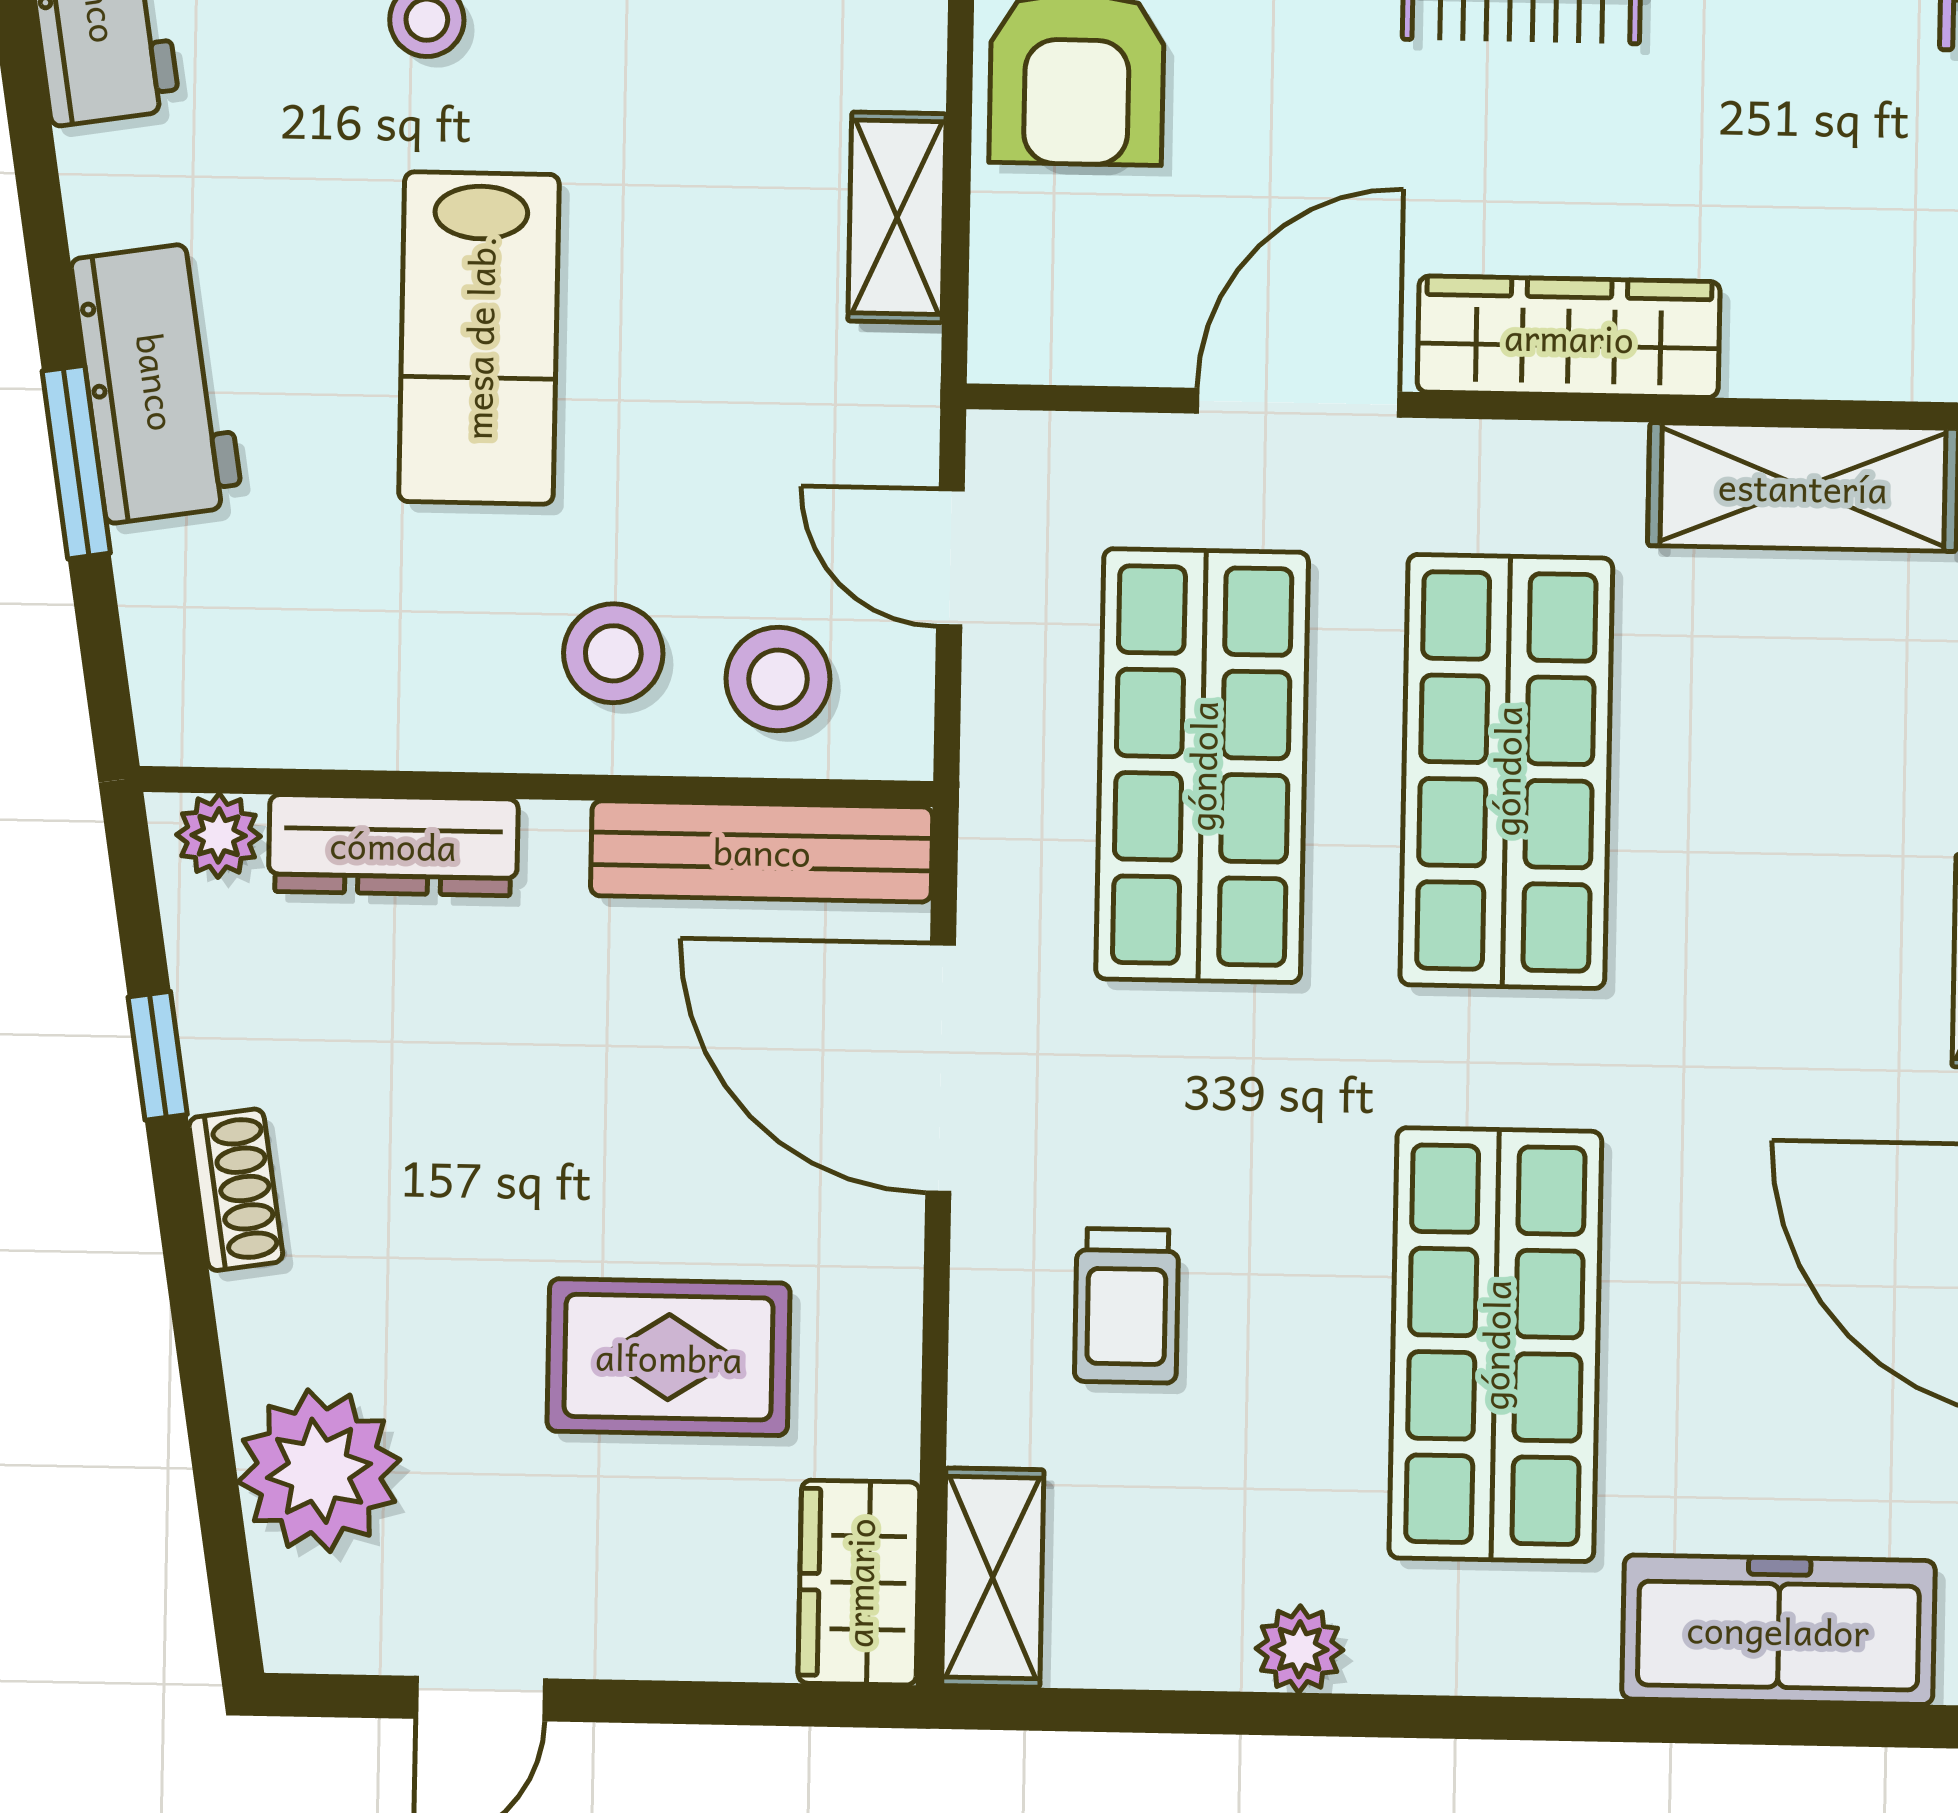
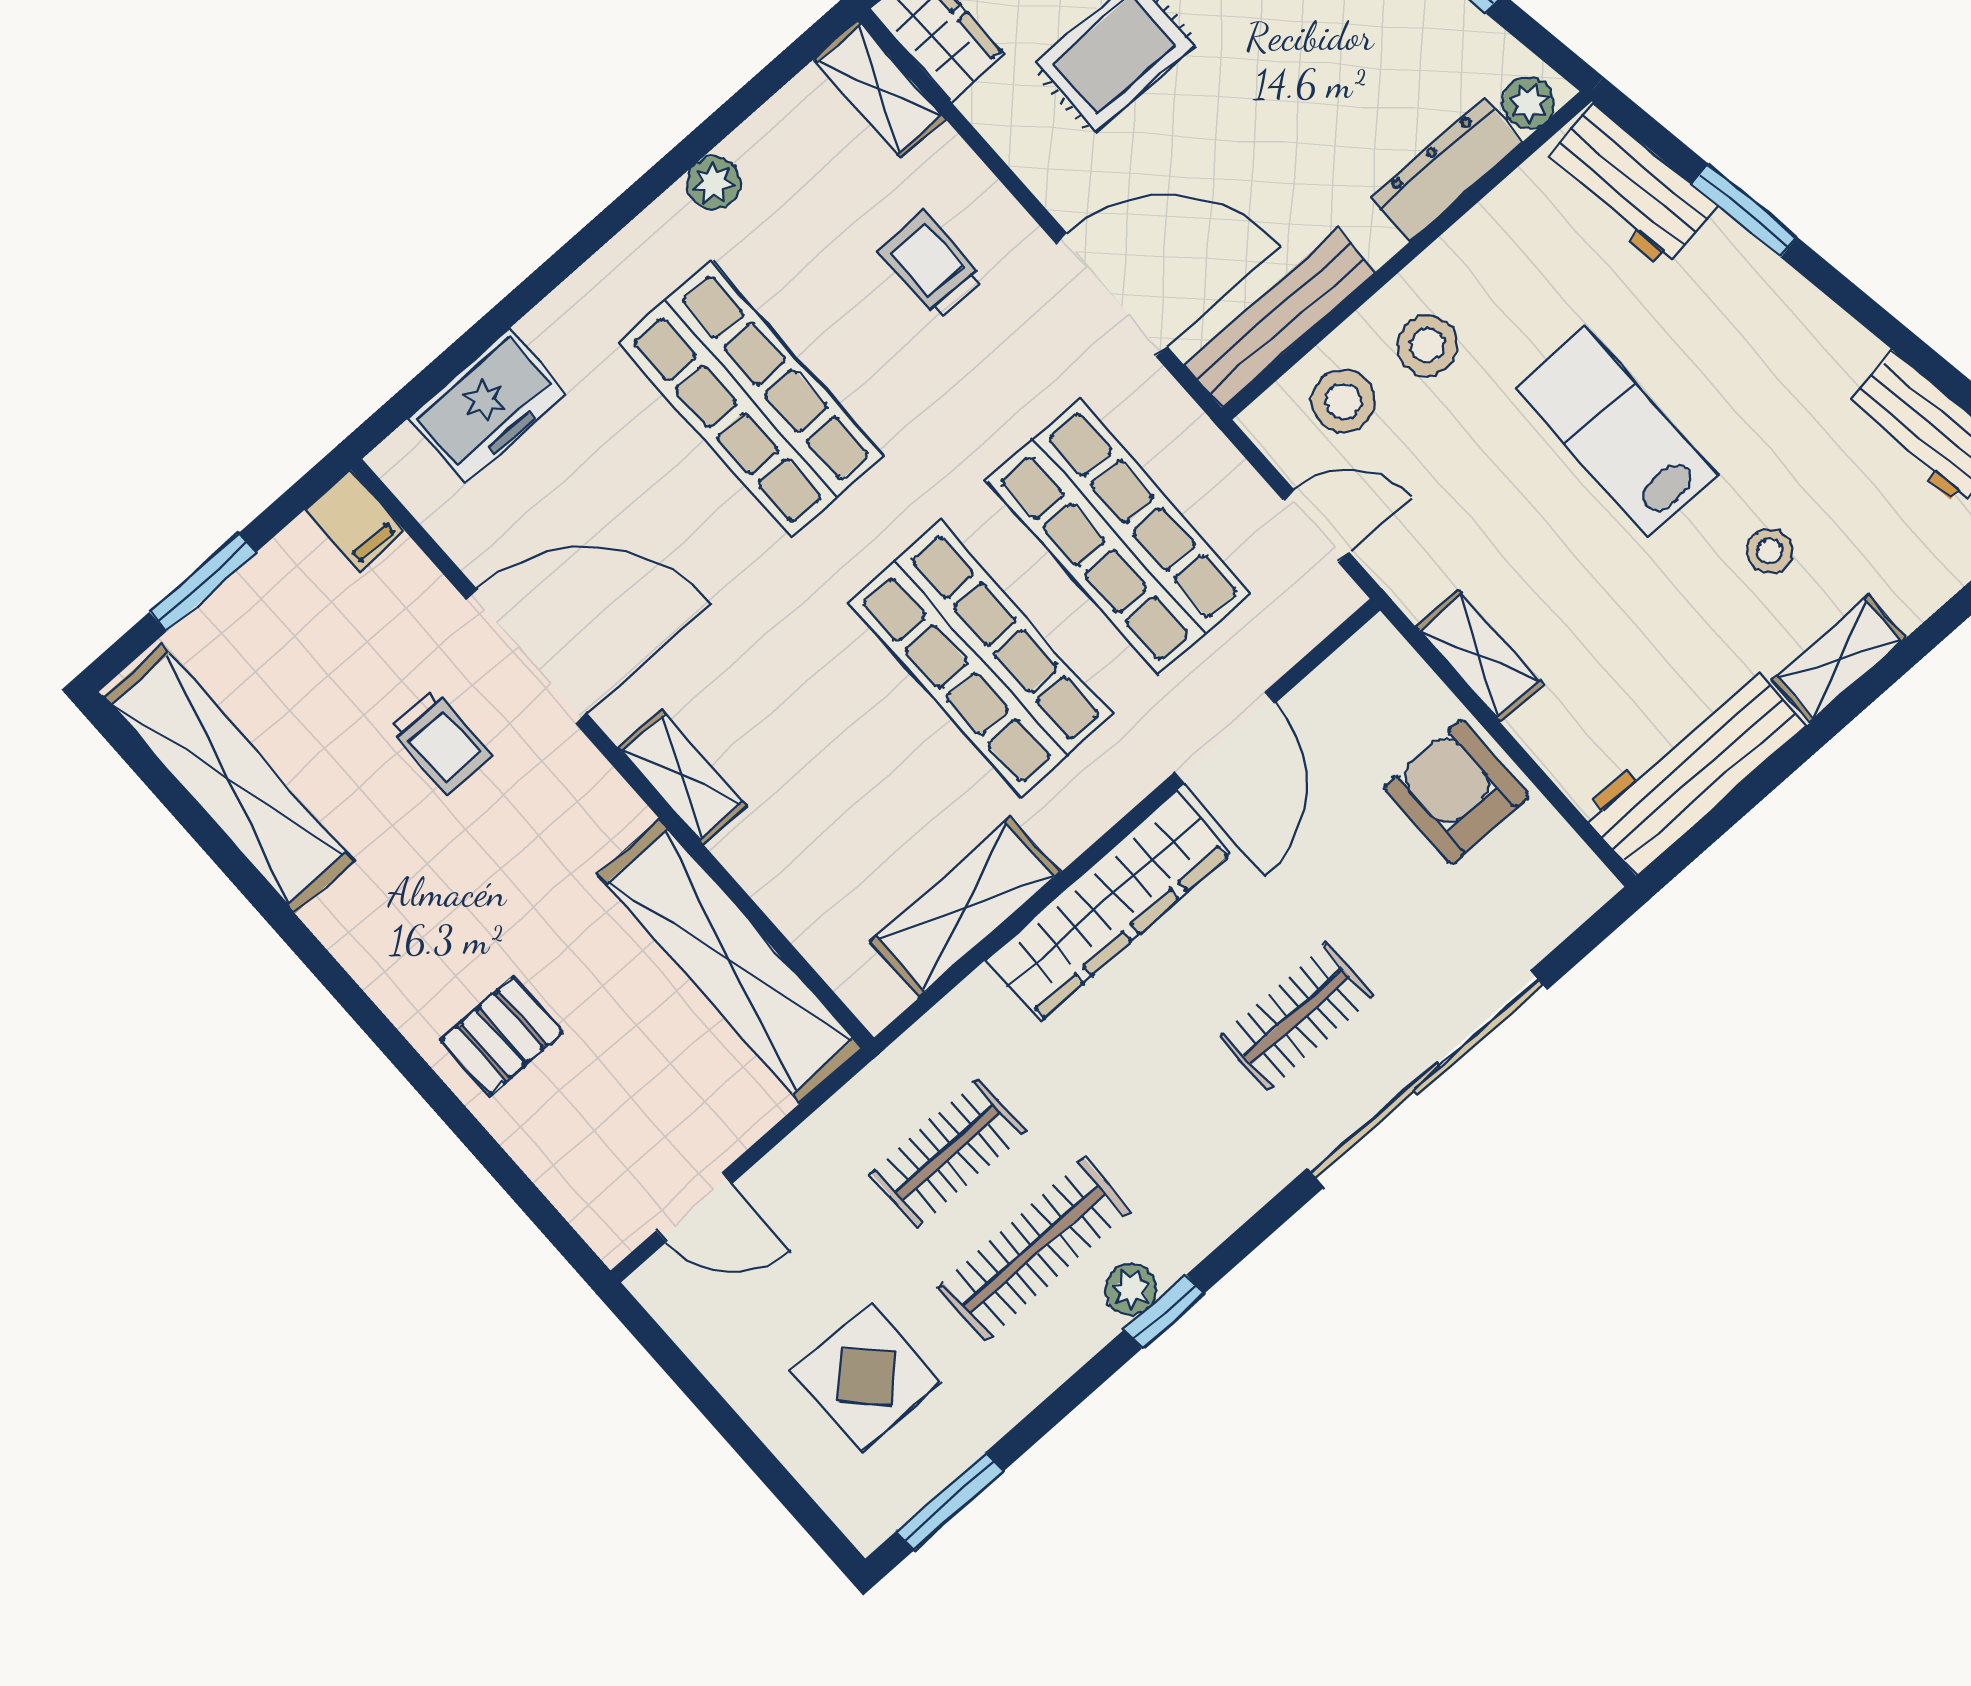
wardrobe: (1569, 337) -> (1108, 907), width x1.40, depth x1.17
workbench: (157, 382) -> (1629, 186), moved
freezer: (1778, 1630) -> (488, 406), width x0.71

